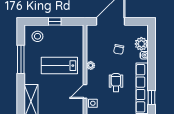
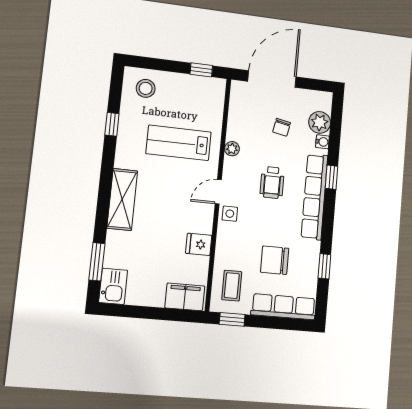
window: (55, 21) -> (201, 70), moved
window: (21, 59) -> (112, 124), width x0.46
wheelchair: (116, 83) -> (272, 182), turned 180
window: (151, 98) -> (332, 177), moved

